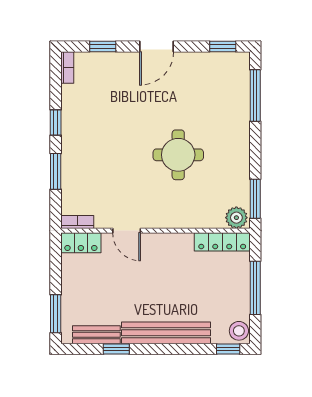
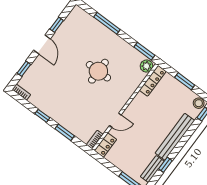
window: (223, 46) -> (57, 25), moved
window: (255, 96) -> (107, 23), moved
window: (255, 288) -> (185, 81), width x0.69

